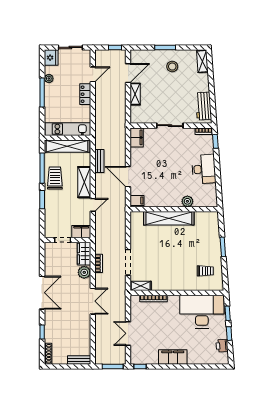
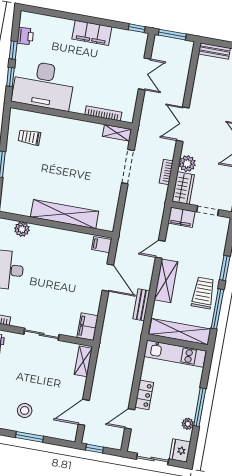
shelving: (135, 94) -> (83, 361), moved
trolley: (55, 178) -> (203, 293), turned 180
plant: (187, 201) -> (22, 229), moved

